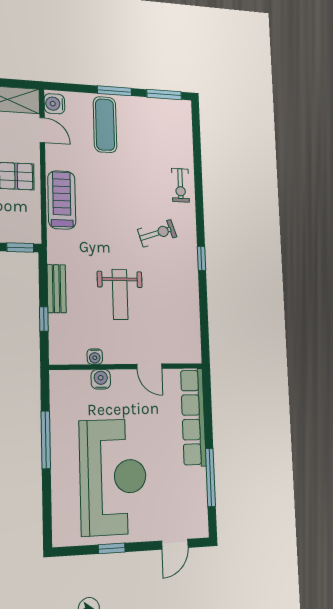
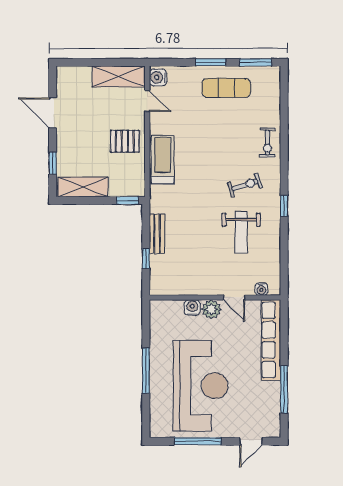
exercise mat: (105, 125) -> (226, 88), moved, turned 90
weight bench: (120, 294) -> (241, 232), moved
water cooler: (95, 357) -> (261, 289), moved
plant: (123, 381) -> (211, 309), added
window: (46, 440) -> (146, 371), moved
window: (112, 548) -> (198, 441), width x2.17

